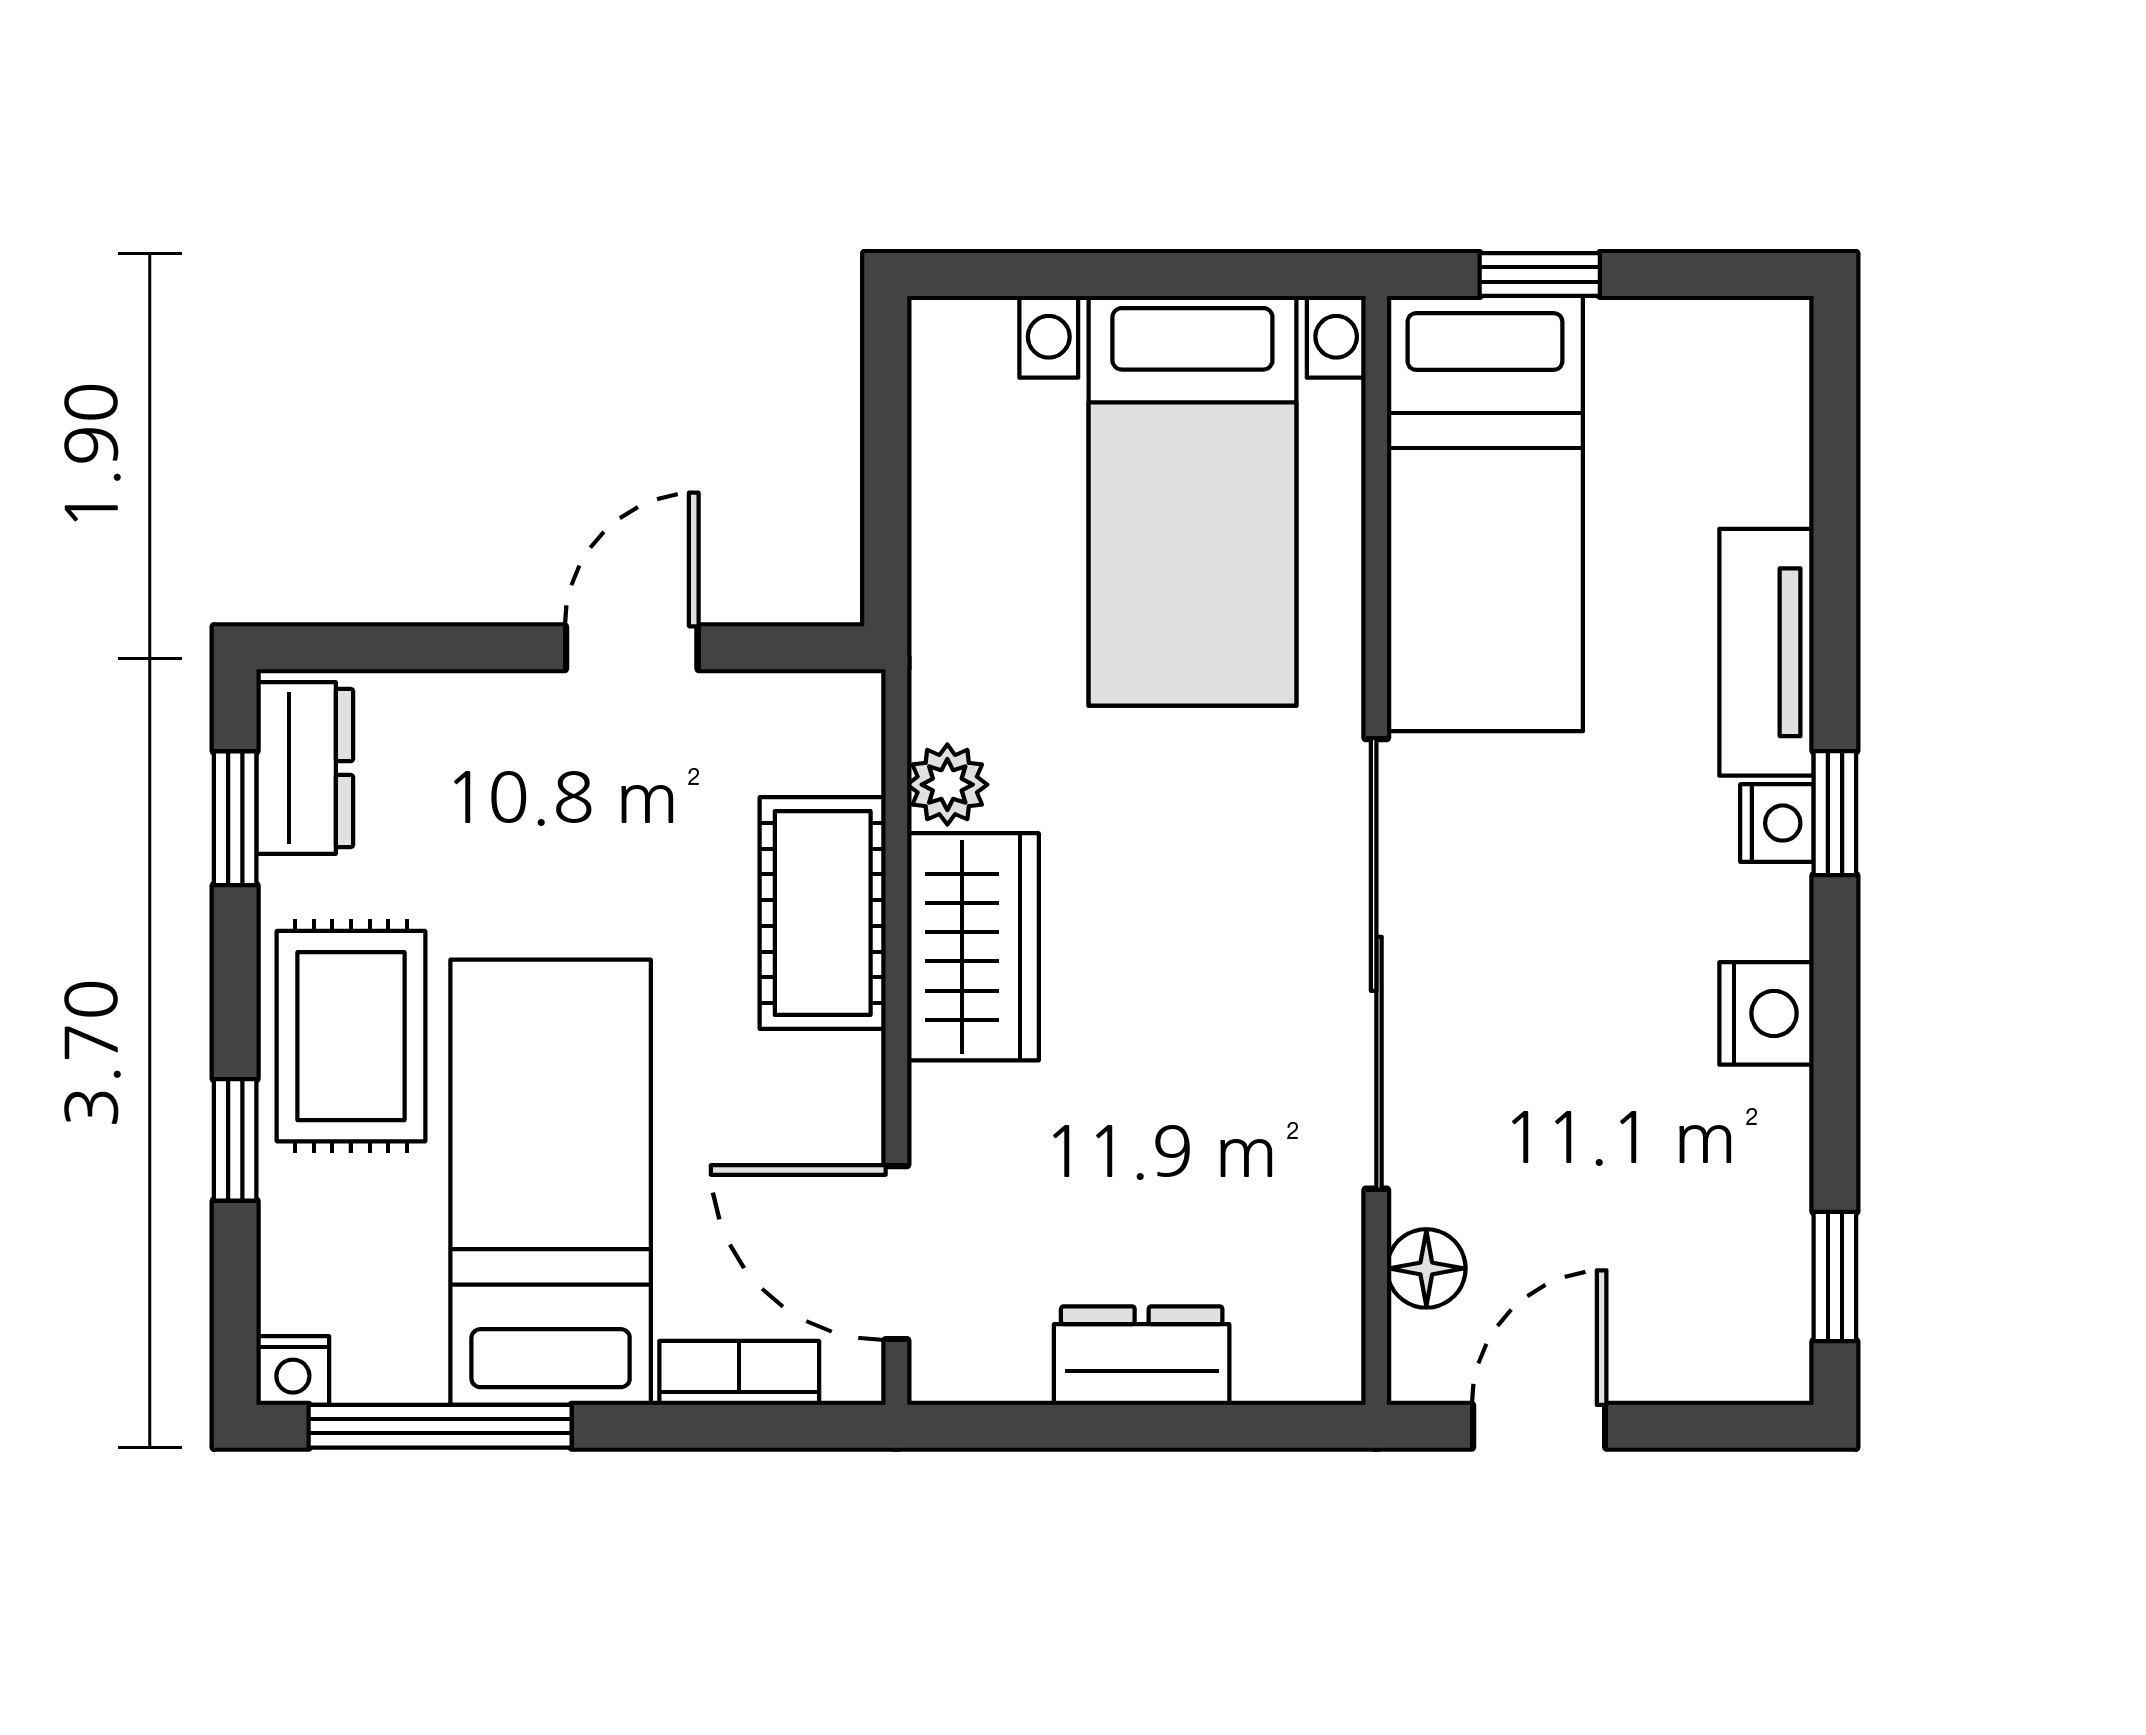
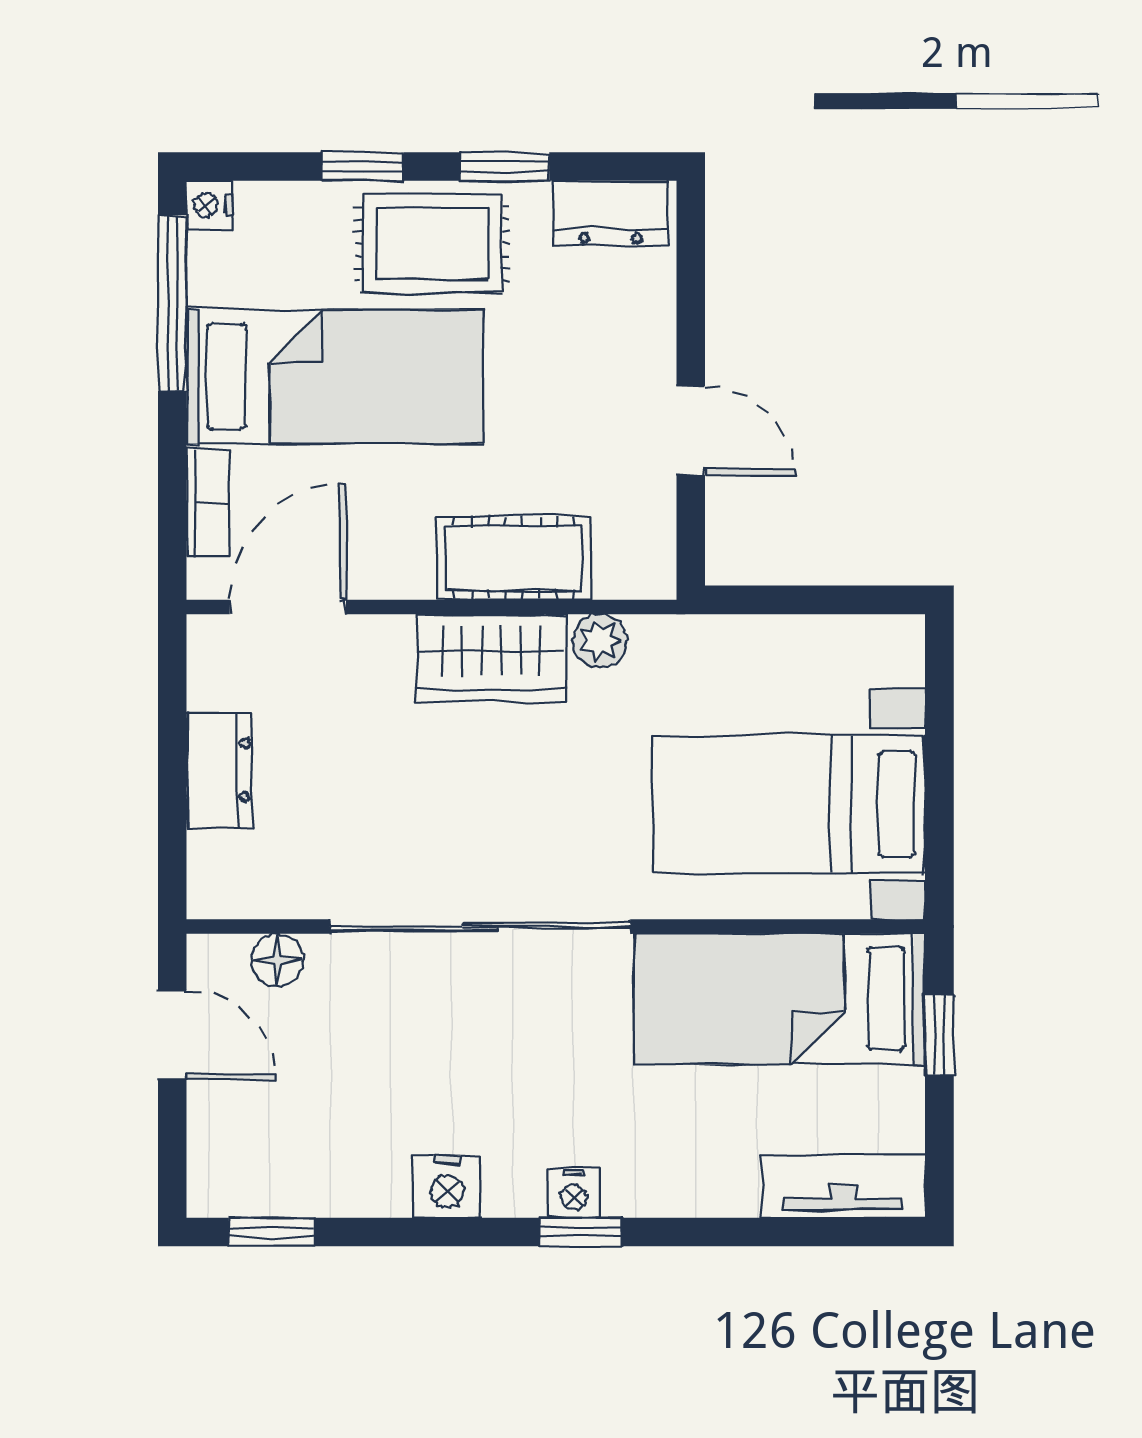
tv unit: (1766, 652) -> (843, 1186), moved
window: (235, 818) -> (505, 167), moved

